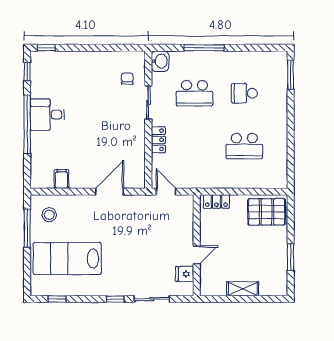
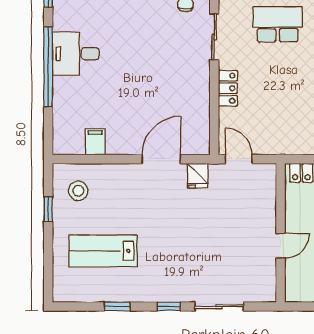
school desk: (195, 93) -> (278, 24), turned 180
window: (27, 228) -> (48, 209), width x0.46
lab bench: (67, 259) -> (103, 251), width x0.73, depth x0.72
fridge: (185, 274) -> (198, 176), moved, turned -90
window: (57, 299) -> (117, 306), moved

